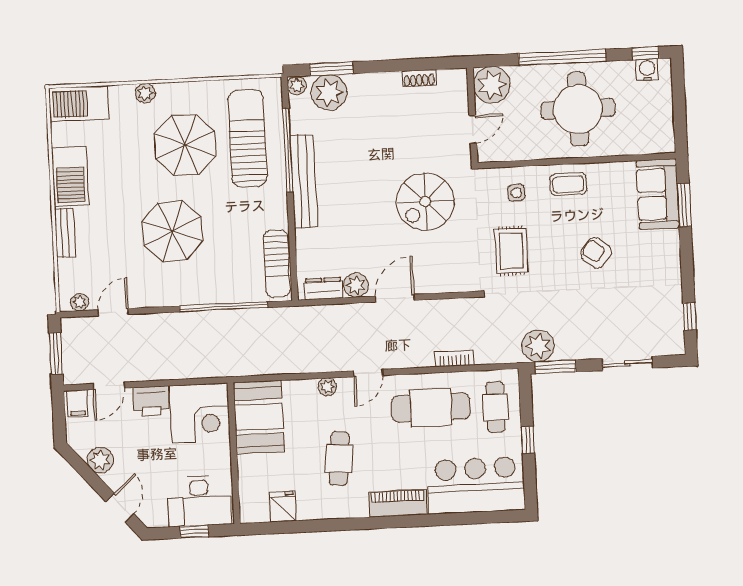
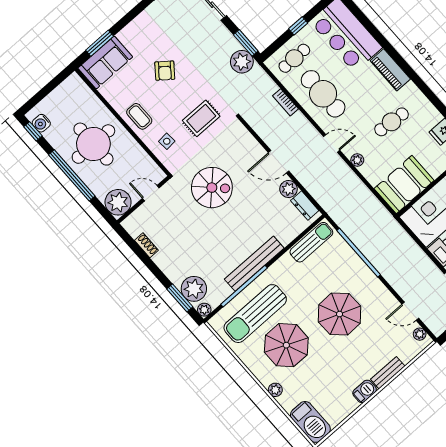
barbecue: (70, 176) -> (365, 391), width x0.53, depth x0.65

